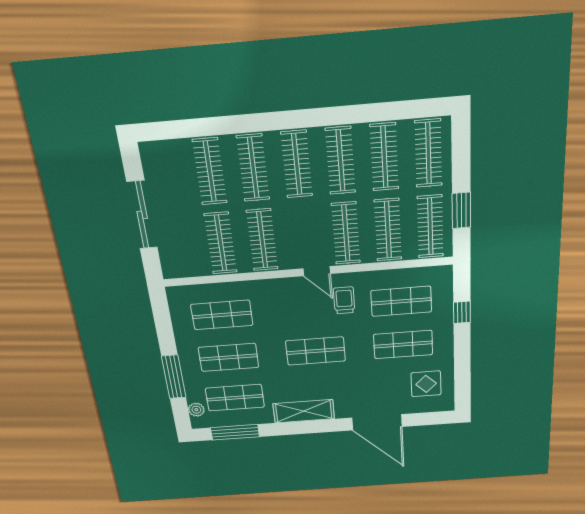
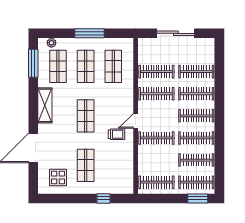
window: (461, 210) -> (198, 198), moved
clothes rail: (388, 230) -> (156, 160), removed
shop shelf: (401, 301) -> (113, 165), removed
window: (174, 377) -> (90, 33), moved

